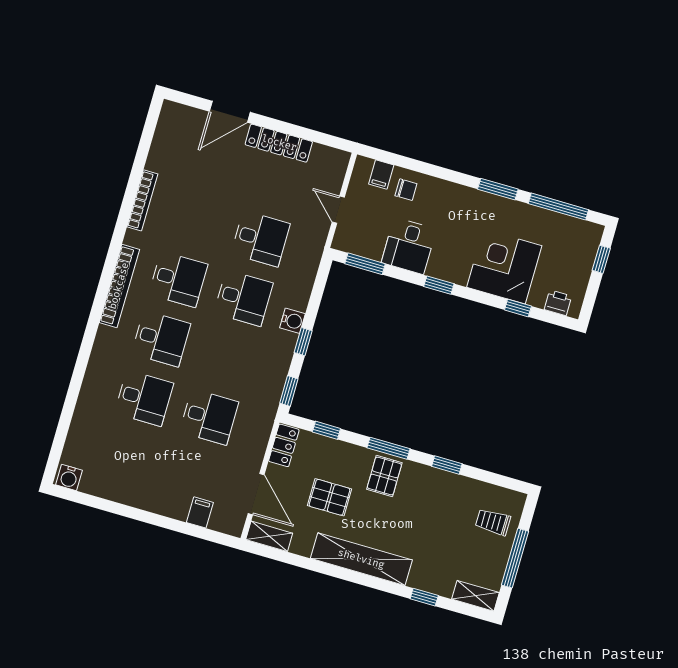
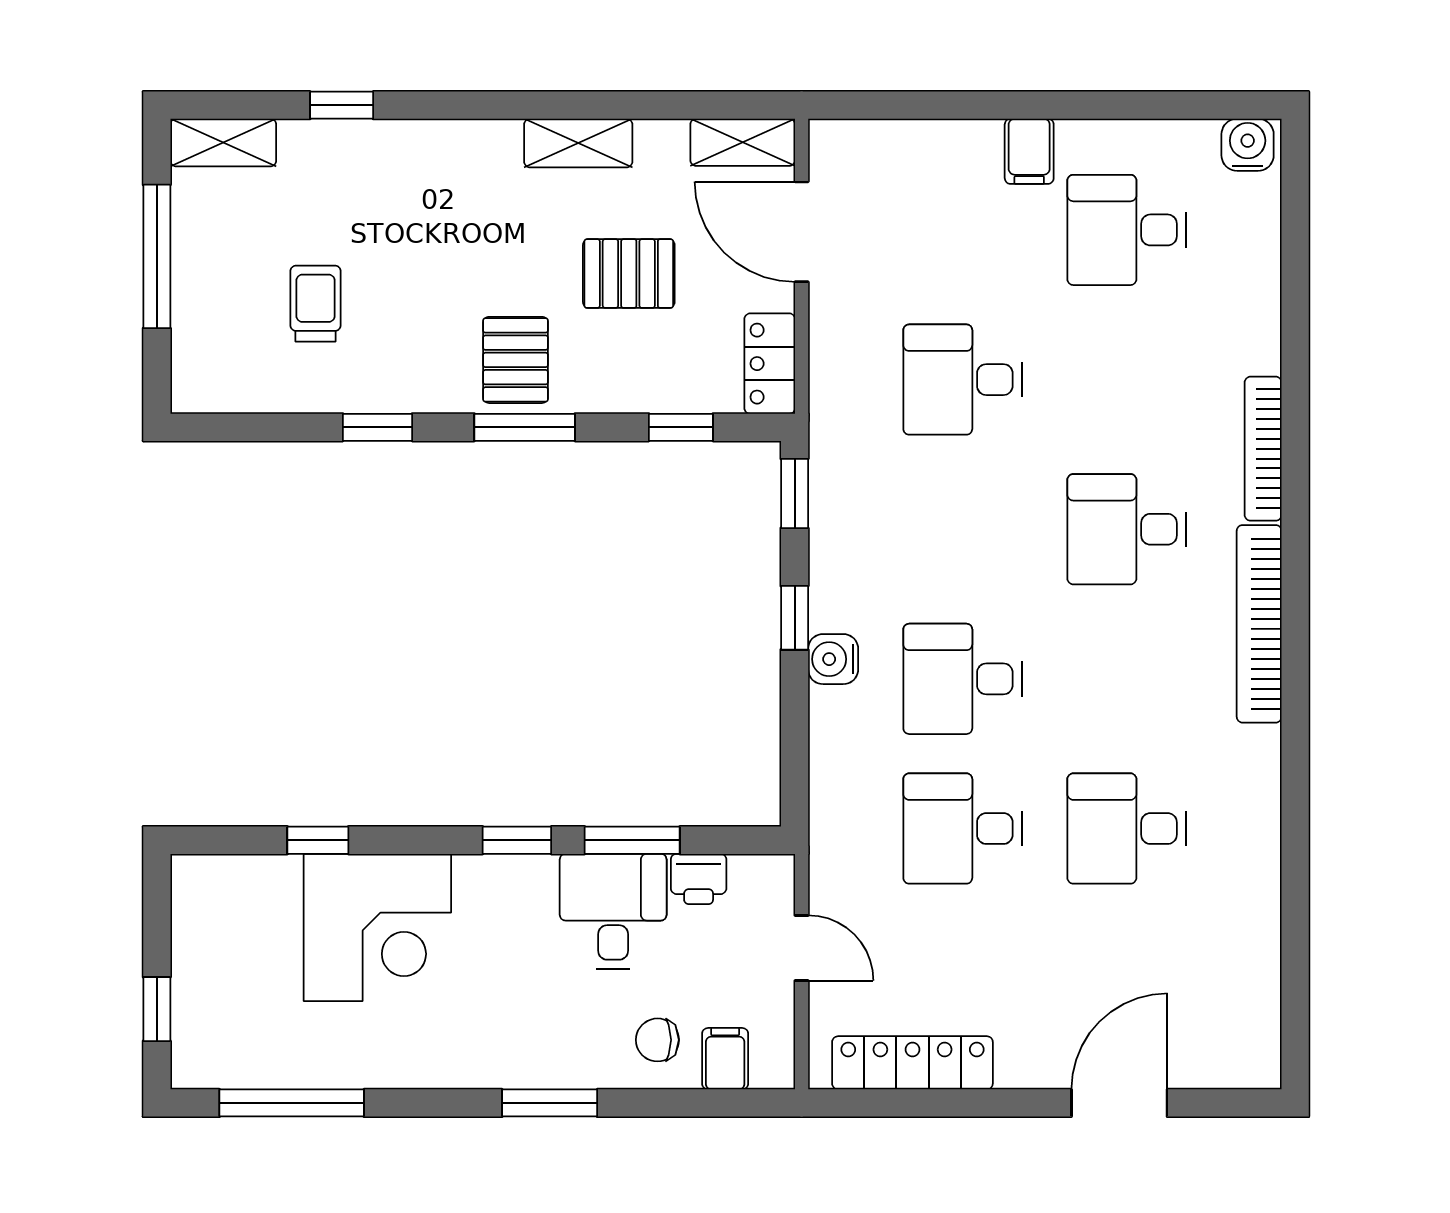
locker: (279, 143) -> (912, 1063), moved
window: (498, 189) -> (550, 1103), moved
bookcase: (142, 200) -> (1263, 449), moved
window: (365, 264) -> (632, 840), moved
desk: (178, 279) -> (1127, 829), moved
printer: (558, 303) -> (699, 879), moved
desk: (144, 398) -> (1127, 230), moved
filing cabinet: (200, 512) -> (1029, 151), moved
trolley: (493, 522) -> (316, 304), moved, turned -90
shelving: (361, 559) -> (578, 143), width x0.45, depth x0.75

